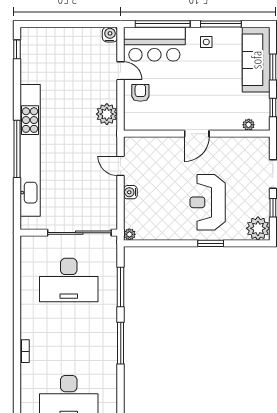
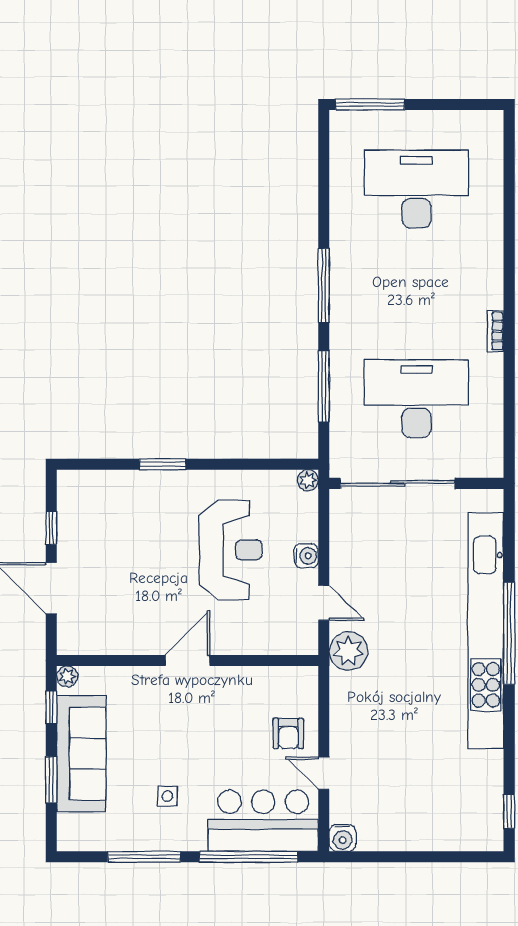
side table: (206, 42) -> (167, 796), moved
sofa: (256, 60) -> (81, 754), moved
plant: (107, 114) -> (348, 651), moved
plant: (249, 125) -> (67, 677), moved
reception desk: (208, 202) -> (231, 550), moved
plant: (258, 228) -> (78, 491), removed
bookcase: (25, 351) -> (496, 331), moved

